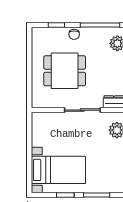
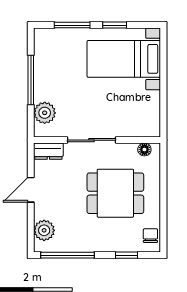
chair: (74, 34) -> (150, 236), moved
floor lamp: (43, 103) -> (144, 150), added

